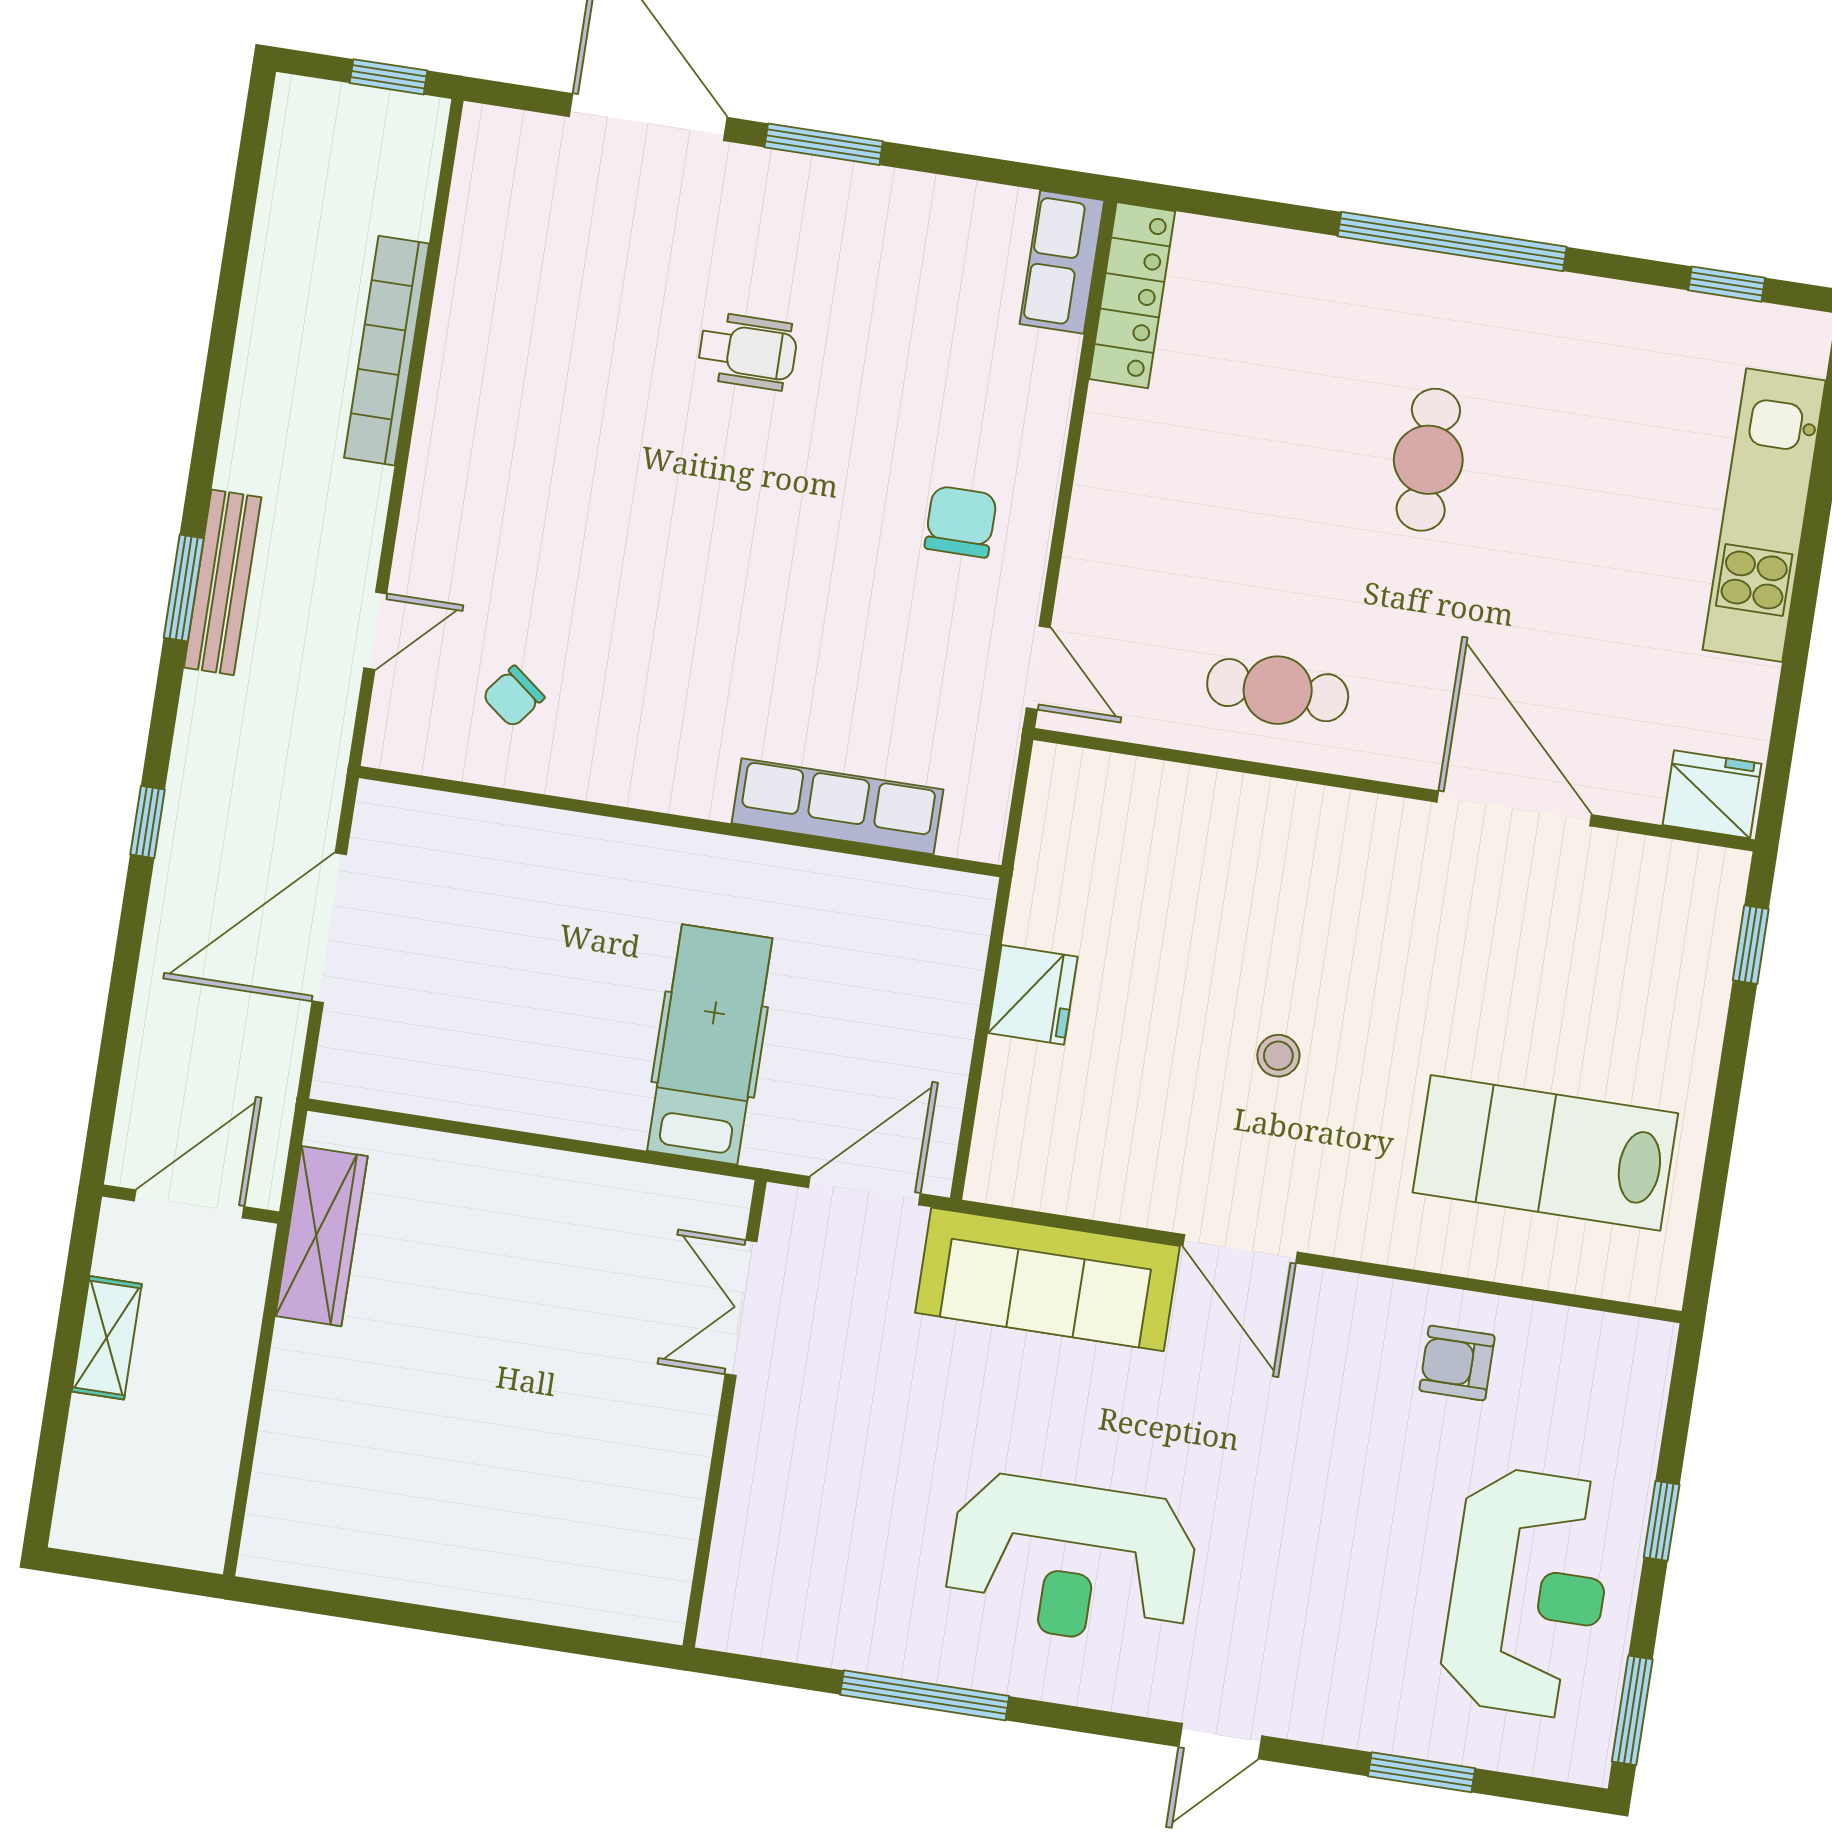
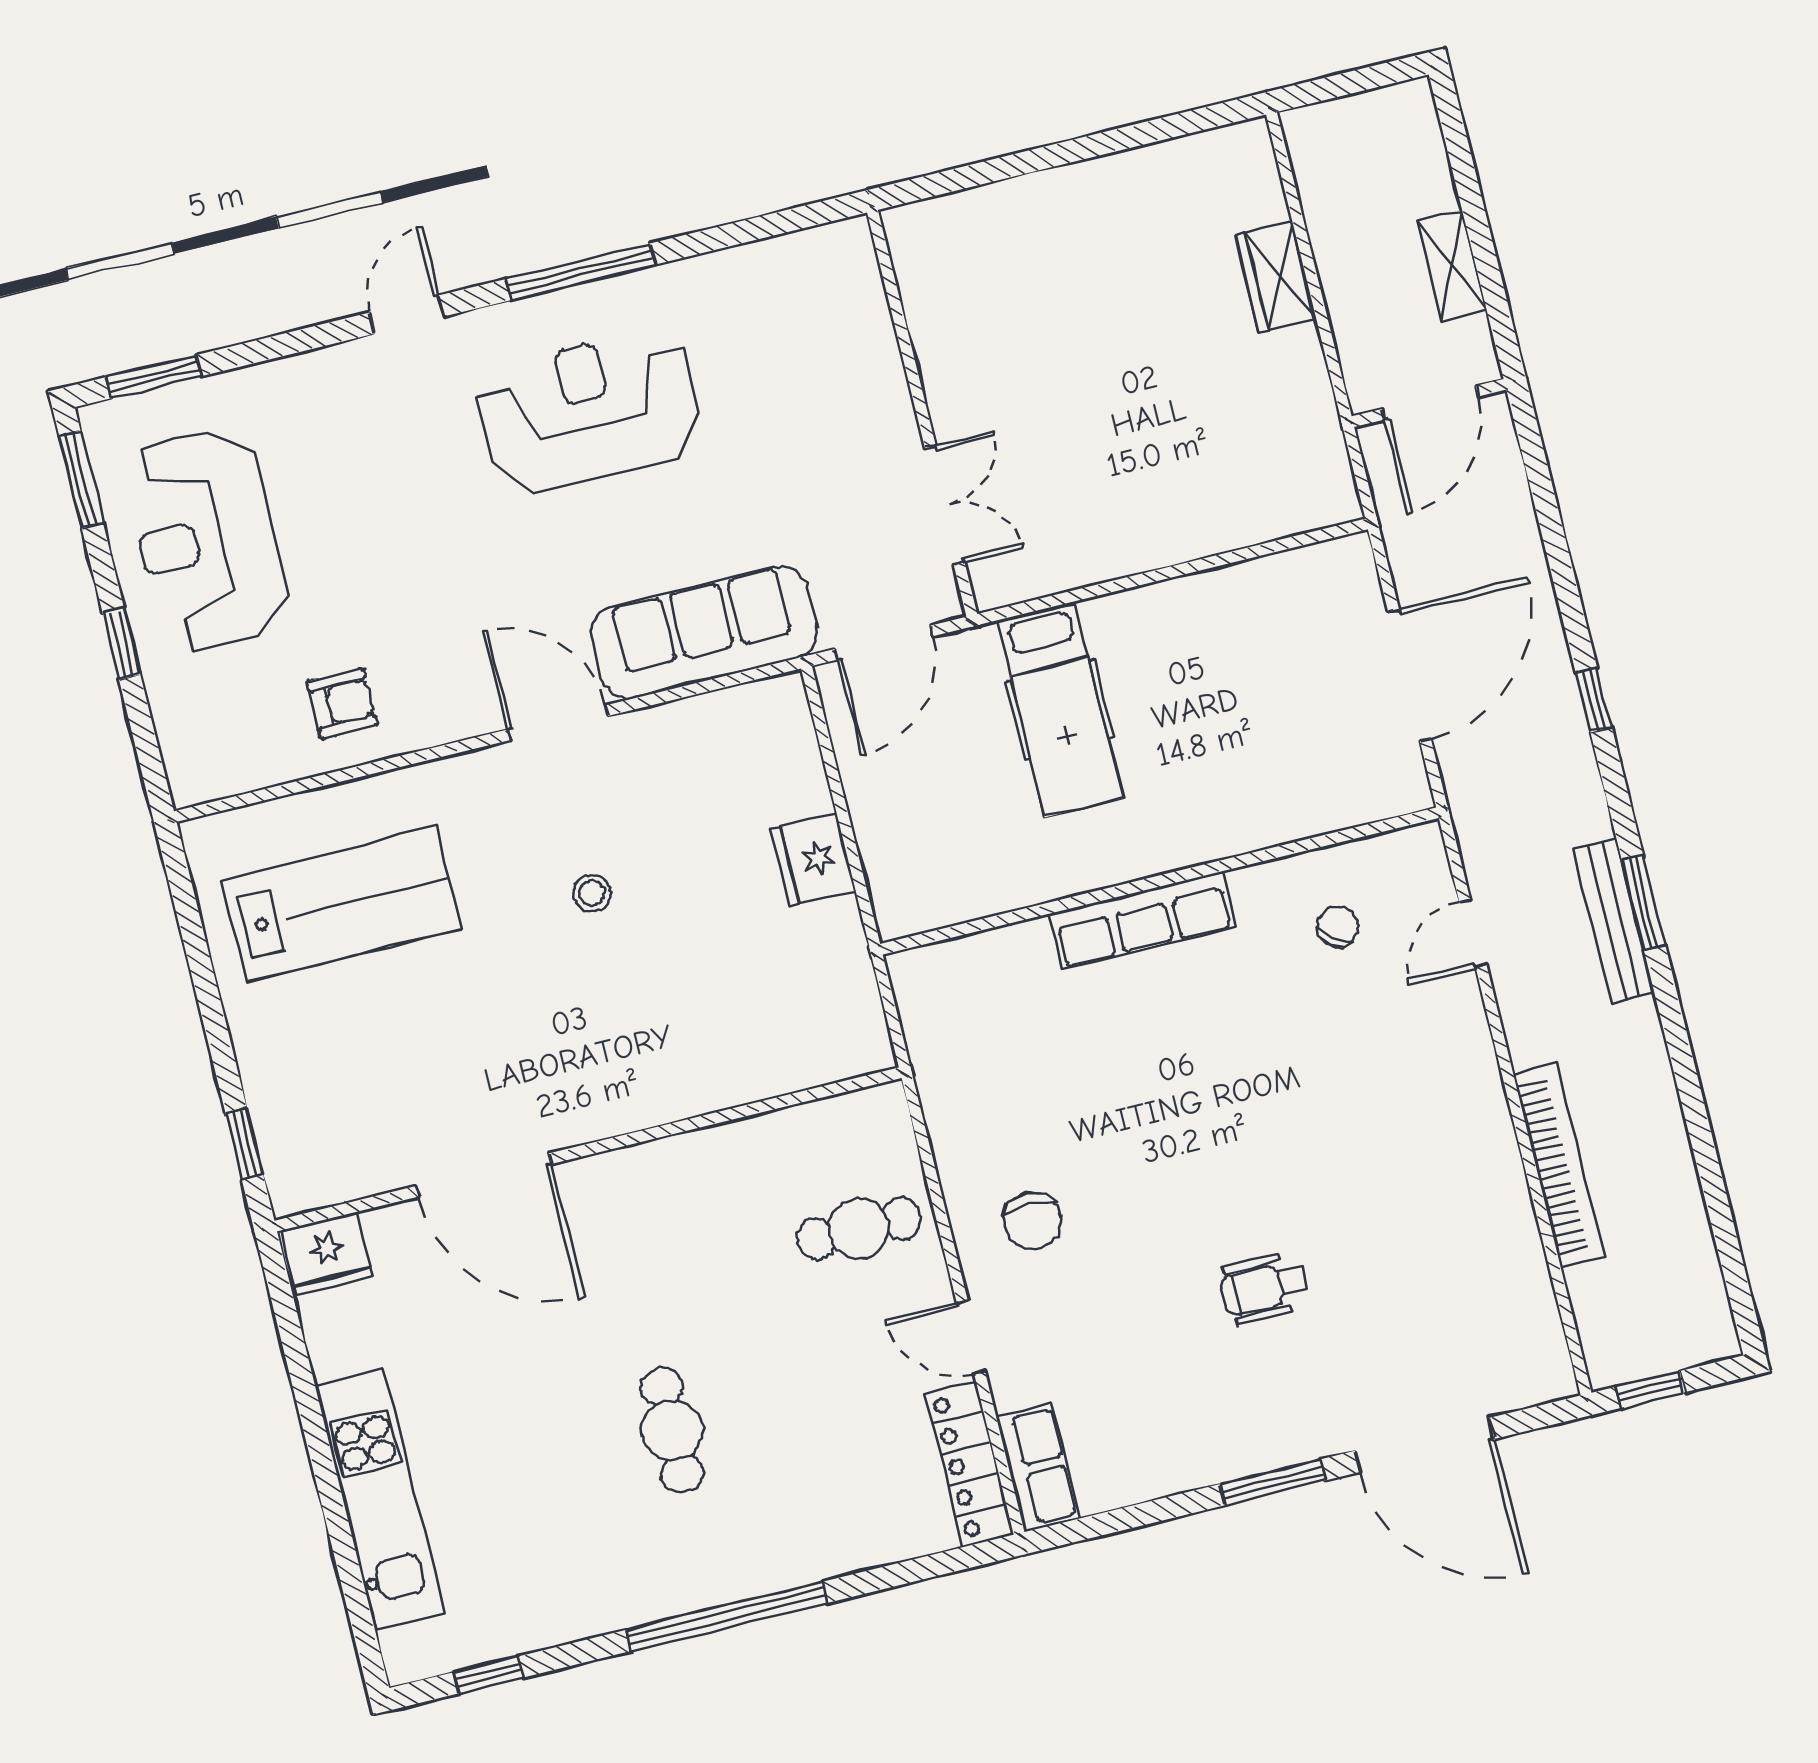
door: (1038, 668) -> (971, 1337), moved
cafe table: (1278, 690) -> (859, 1229), moved
row of seats: (837, 806) -> (1142, 921), moved
wardrobe: (321, 1236) -> (1276, 277), moved, width x0.67
window: (925, 1695) -> (580, 272), moved
window: (1422, 1772) -> (154, 377), moved

